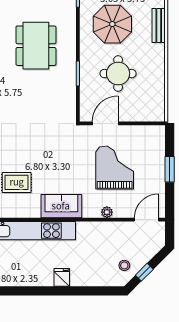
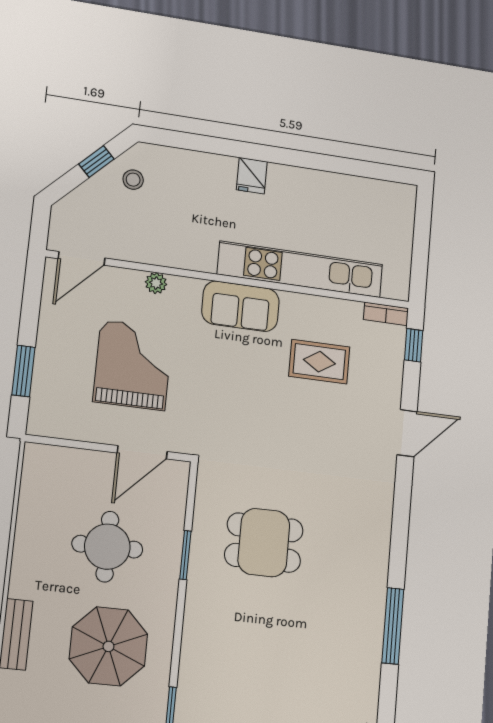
dining table: (36, 46) -> (264, 543), moved, width x0.73
grand piano: (115, 168) -> (133, 365), turned 180
window: (170, 169) -> (23, 371), moved

